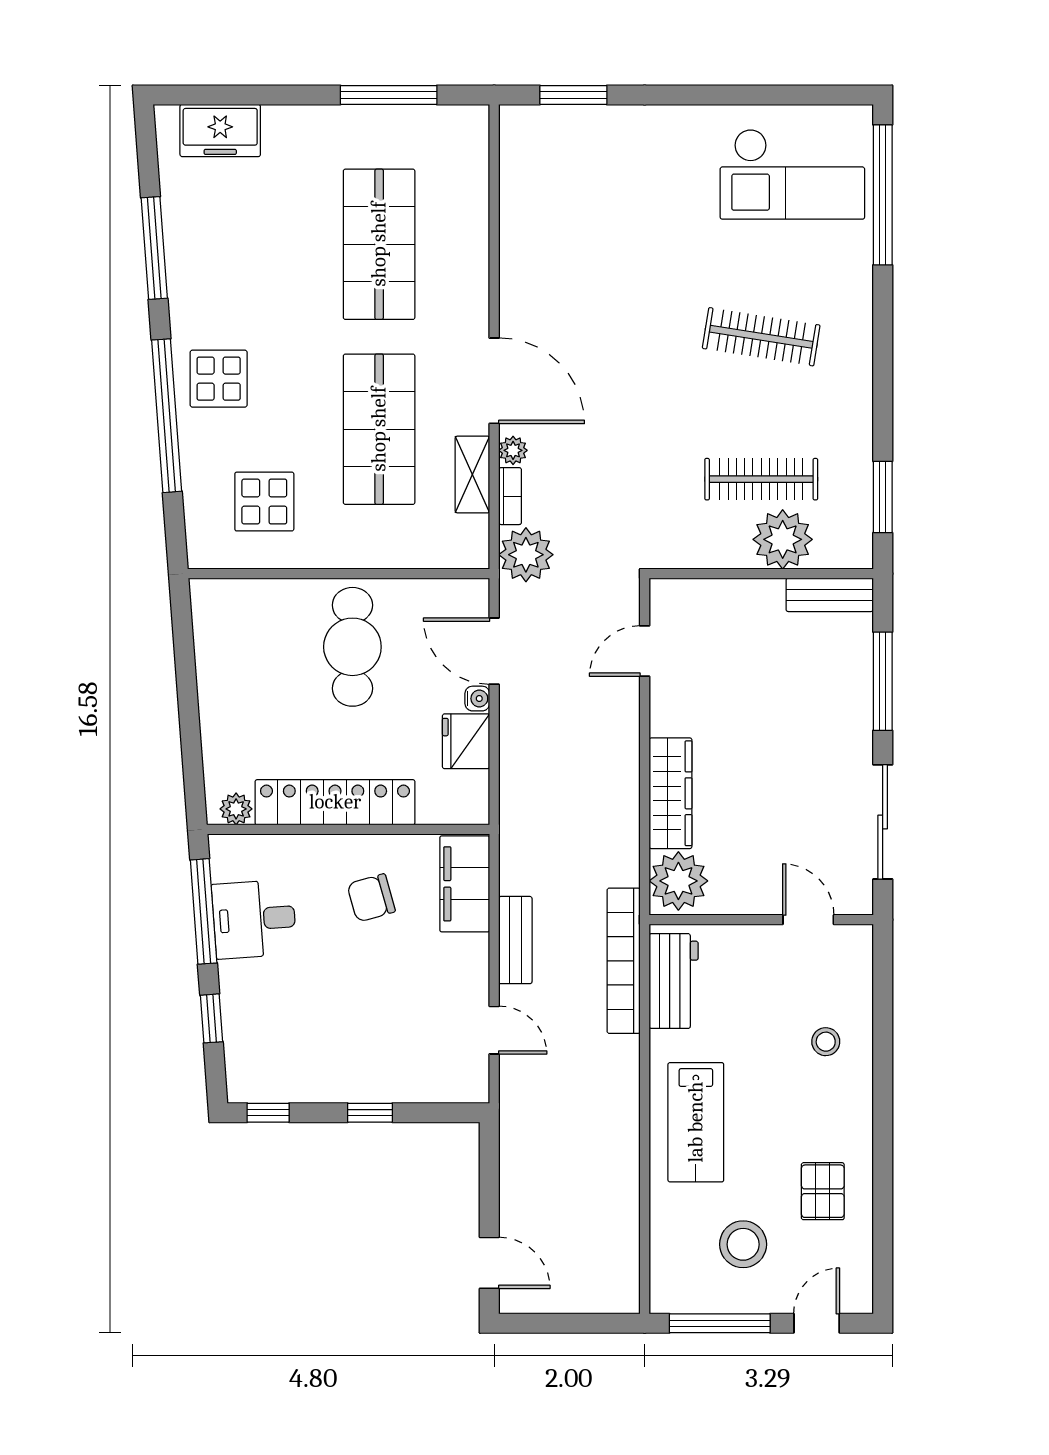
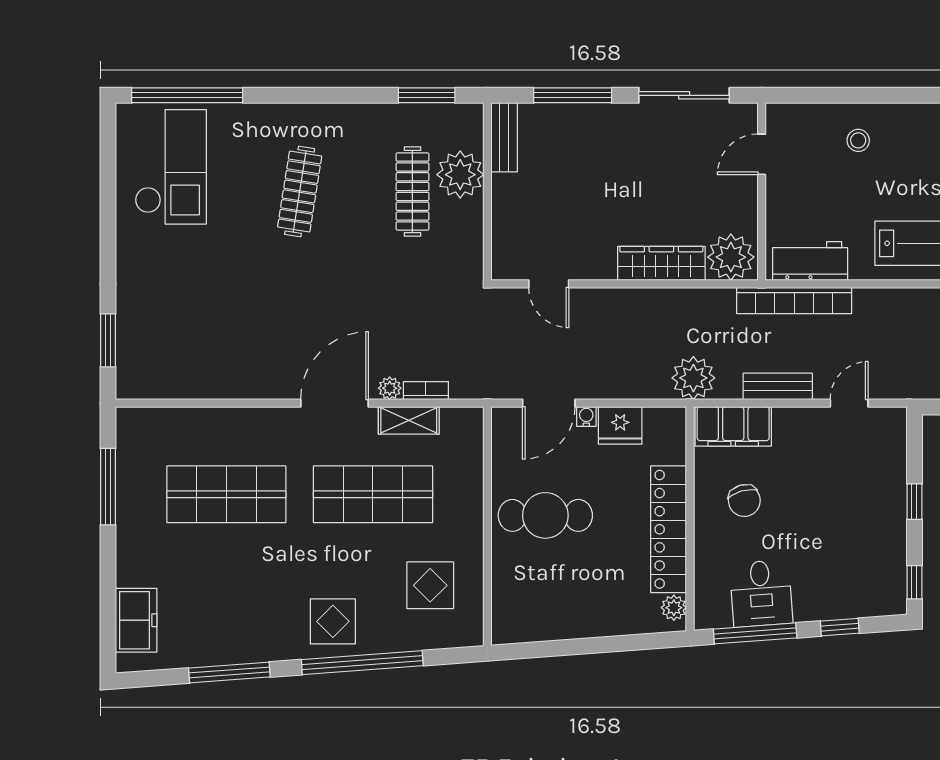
plant: (526, 555) -> (693, 378), moved

